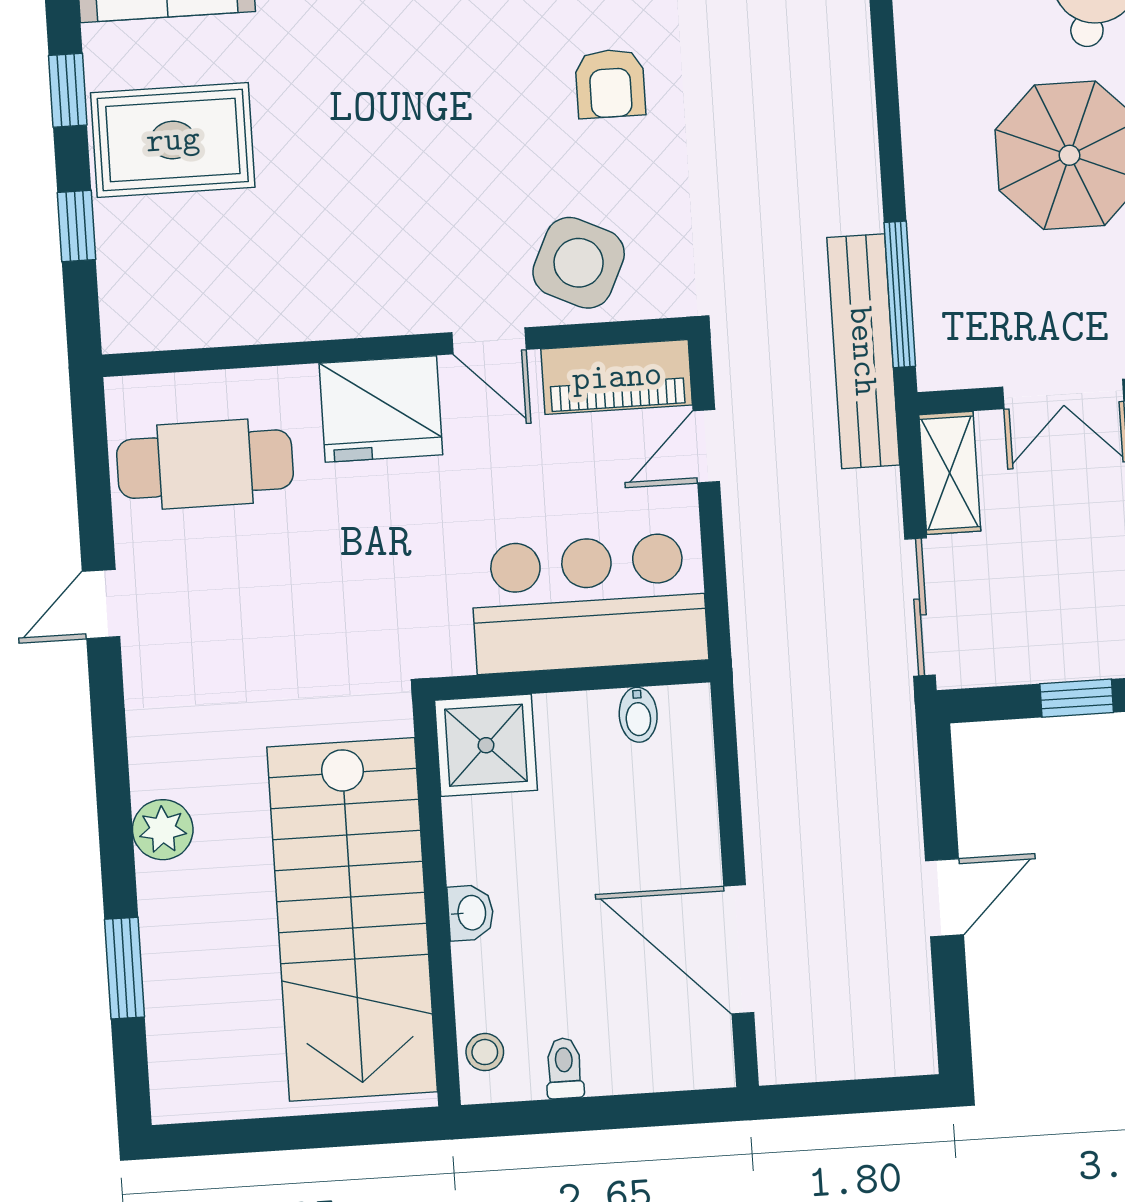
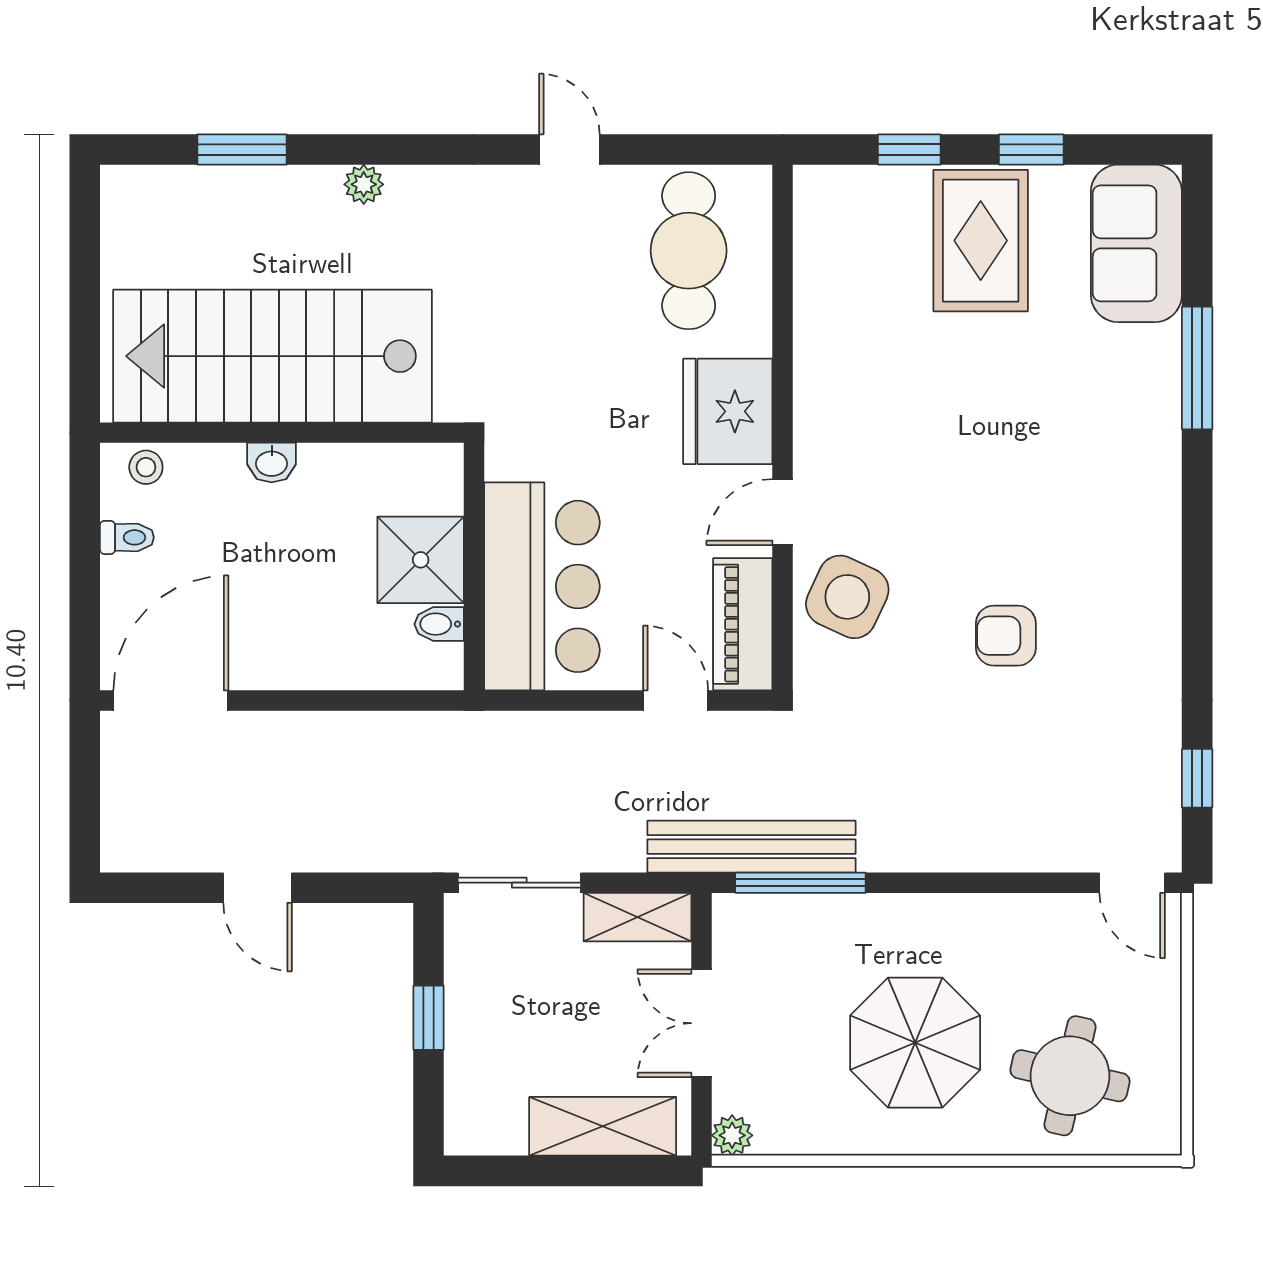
shower: (486, 745) -> (421, 560), moved
plant: (163, 830) -> (364, 184), width x0.73, depth x0.73
door: (739, 949) -> (171, 701), moved

